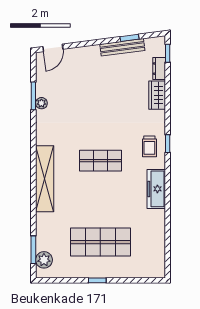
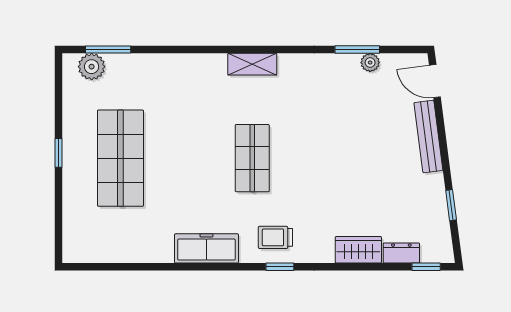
bench: (122, 47) -> (428, 136), moved
plant: (41, 103) -> (370, 63), moved
shelving: (45, 179) -> (252, 64), width x0.45, depth x0.75

